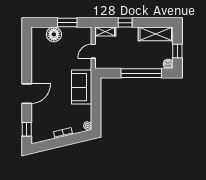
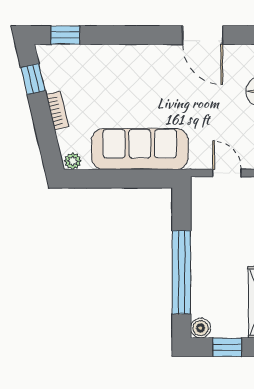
sofa: (82, 87) -> (140, 149), width x1.36
door: (27, 94) -> (203, 35), moved
window: (48, 145) -> (33, 79), added

